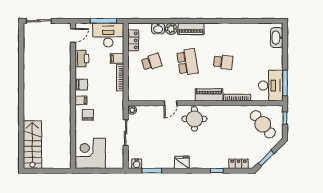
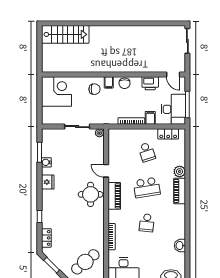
washbasin: (158, 28) -> (180, 246), moved
piano: (209, 95) -> (114, 196), moved
water cooler: (137, 164) -> (46, 162), moved

